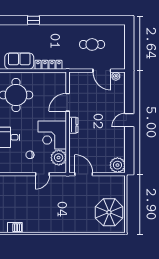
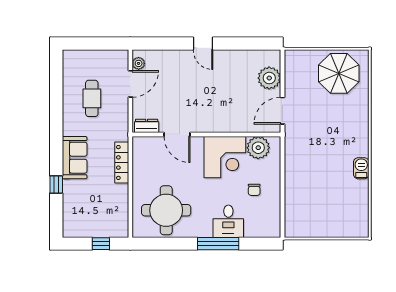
sofa: (19, 61) -> (75, 158), moved, turned 180
dresser: (73, 125) -> (147, 126), moved
plant: (117, 165) -> (269, 78), moved
door: (42, 174) -> (282, 171), removed
barbecue: (15, 228) -> (361, 168), moved

